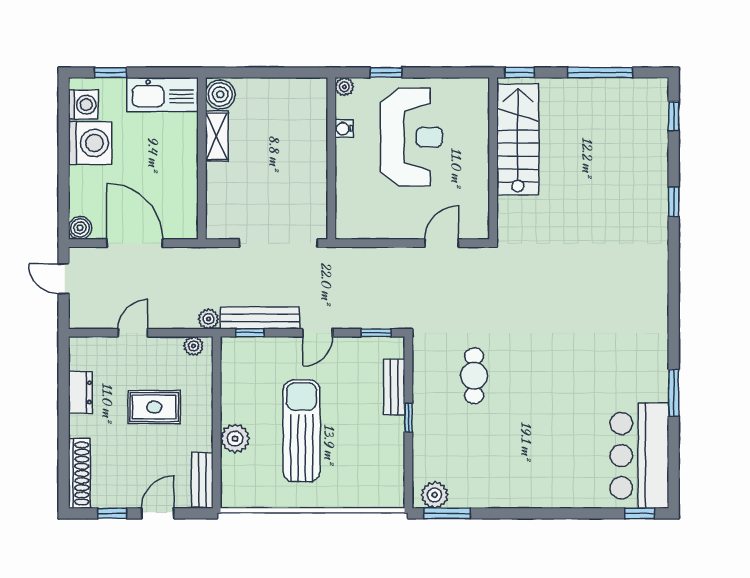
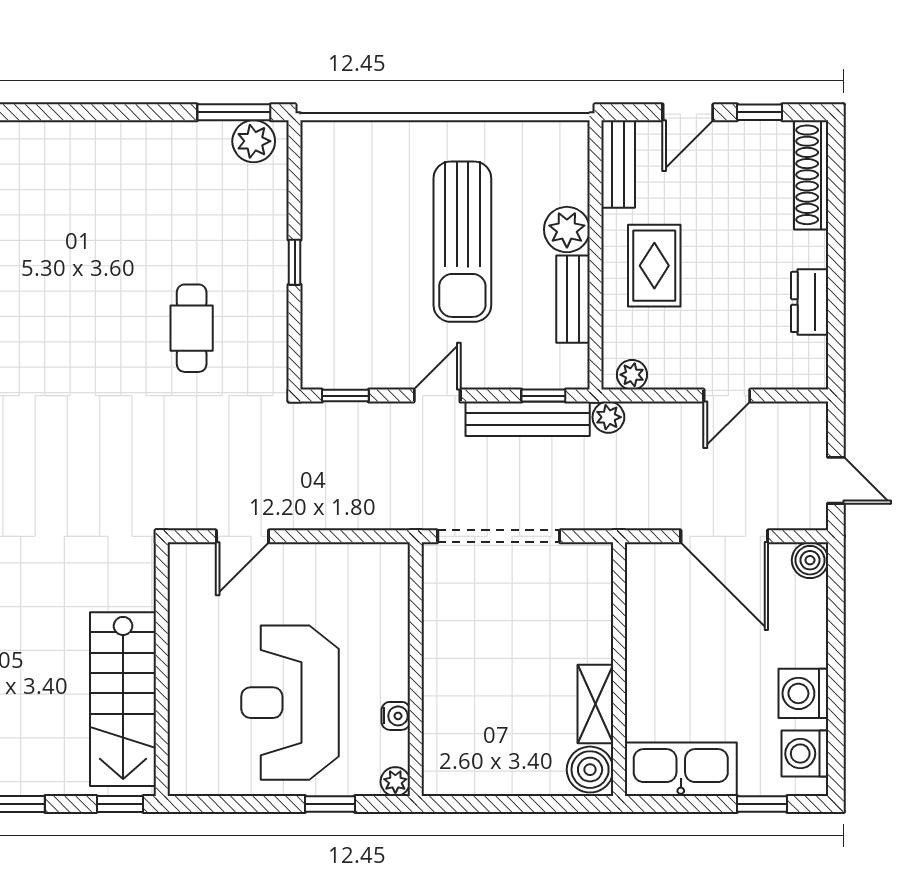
washing machine: (90, 143) -> (803, 693), width x0.73, depth x0.73
bench: (394, 387) -> (573, 299), moved
rug: (154, 407) -> (654, 266), moved, turned 90

